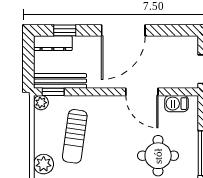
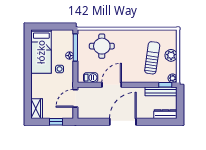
window: (65, 30) -> (158, 122), removed
door: (142, 92) -> (112, 85), hinge flipped
plant: (44, 164) -> (171, 55), moved

